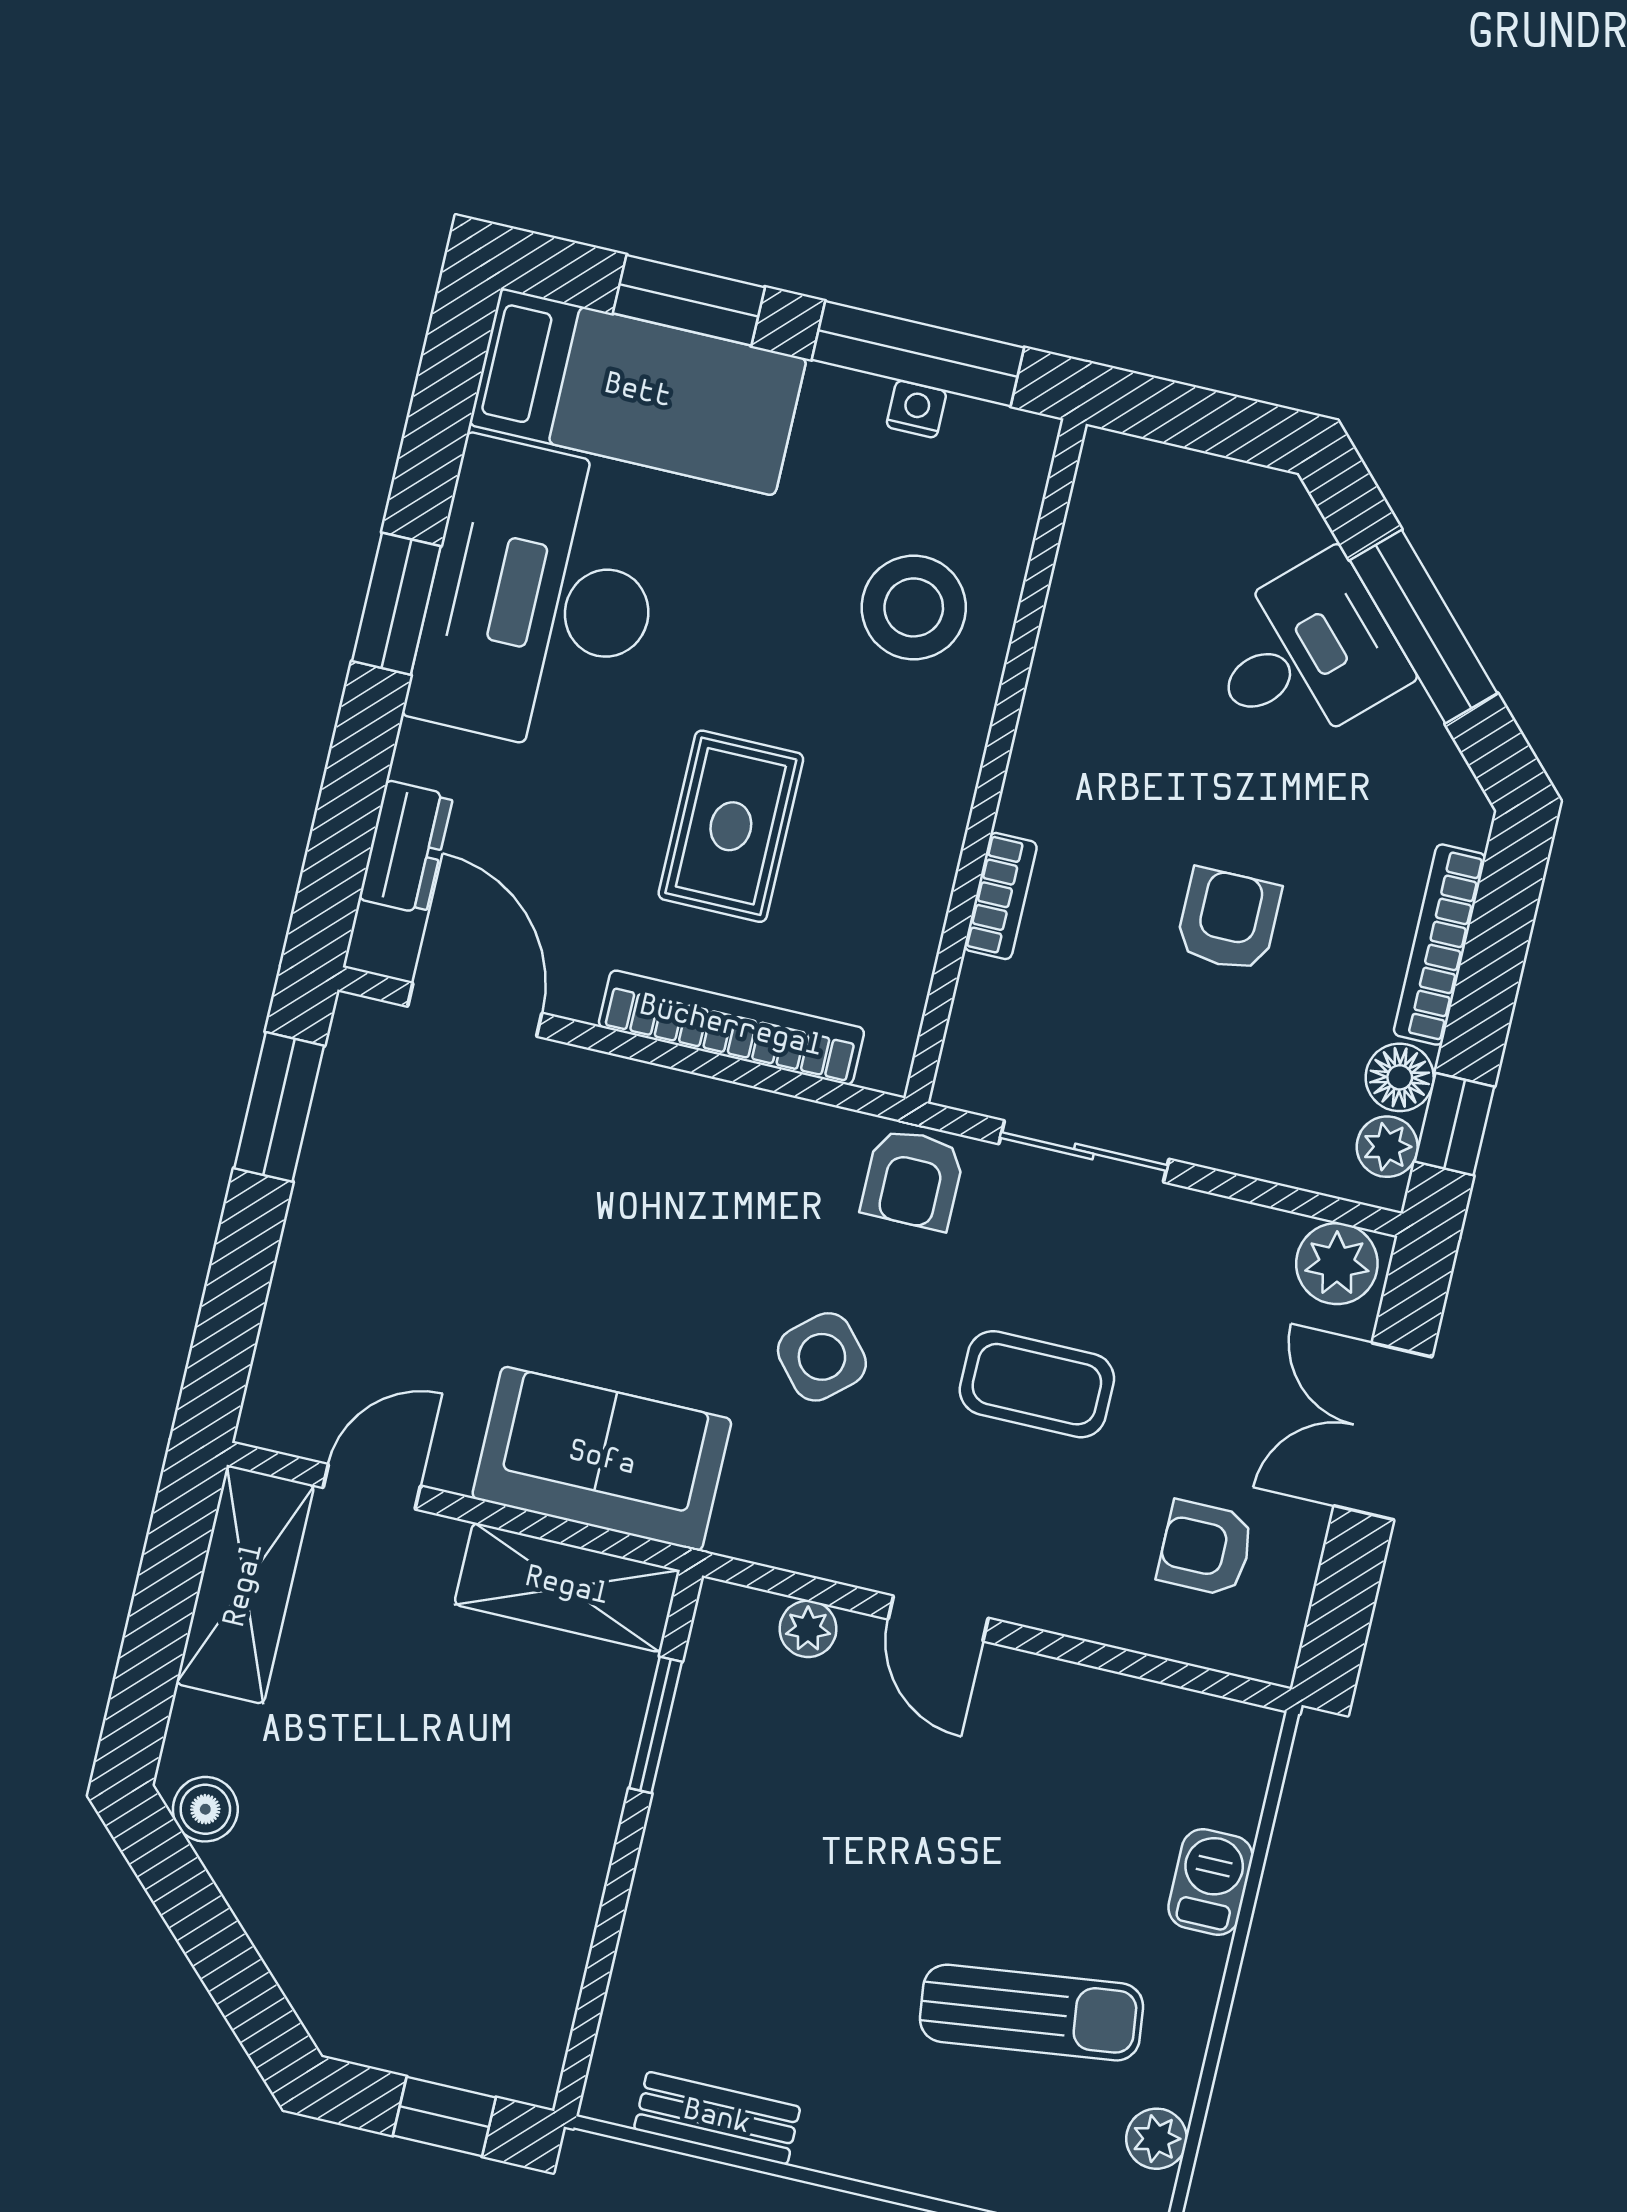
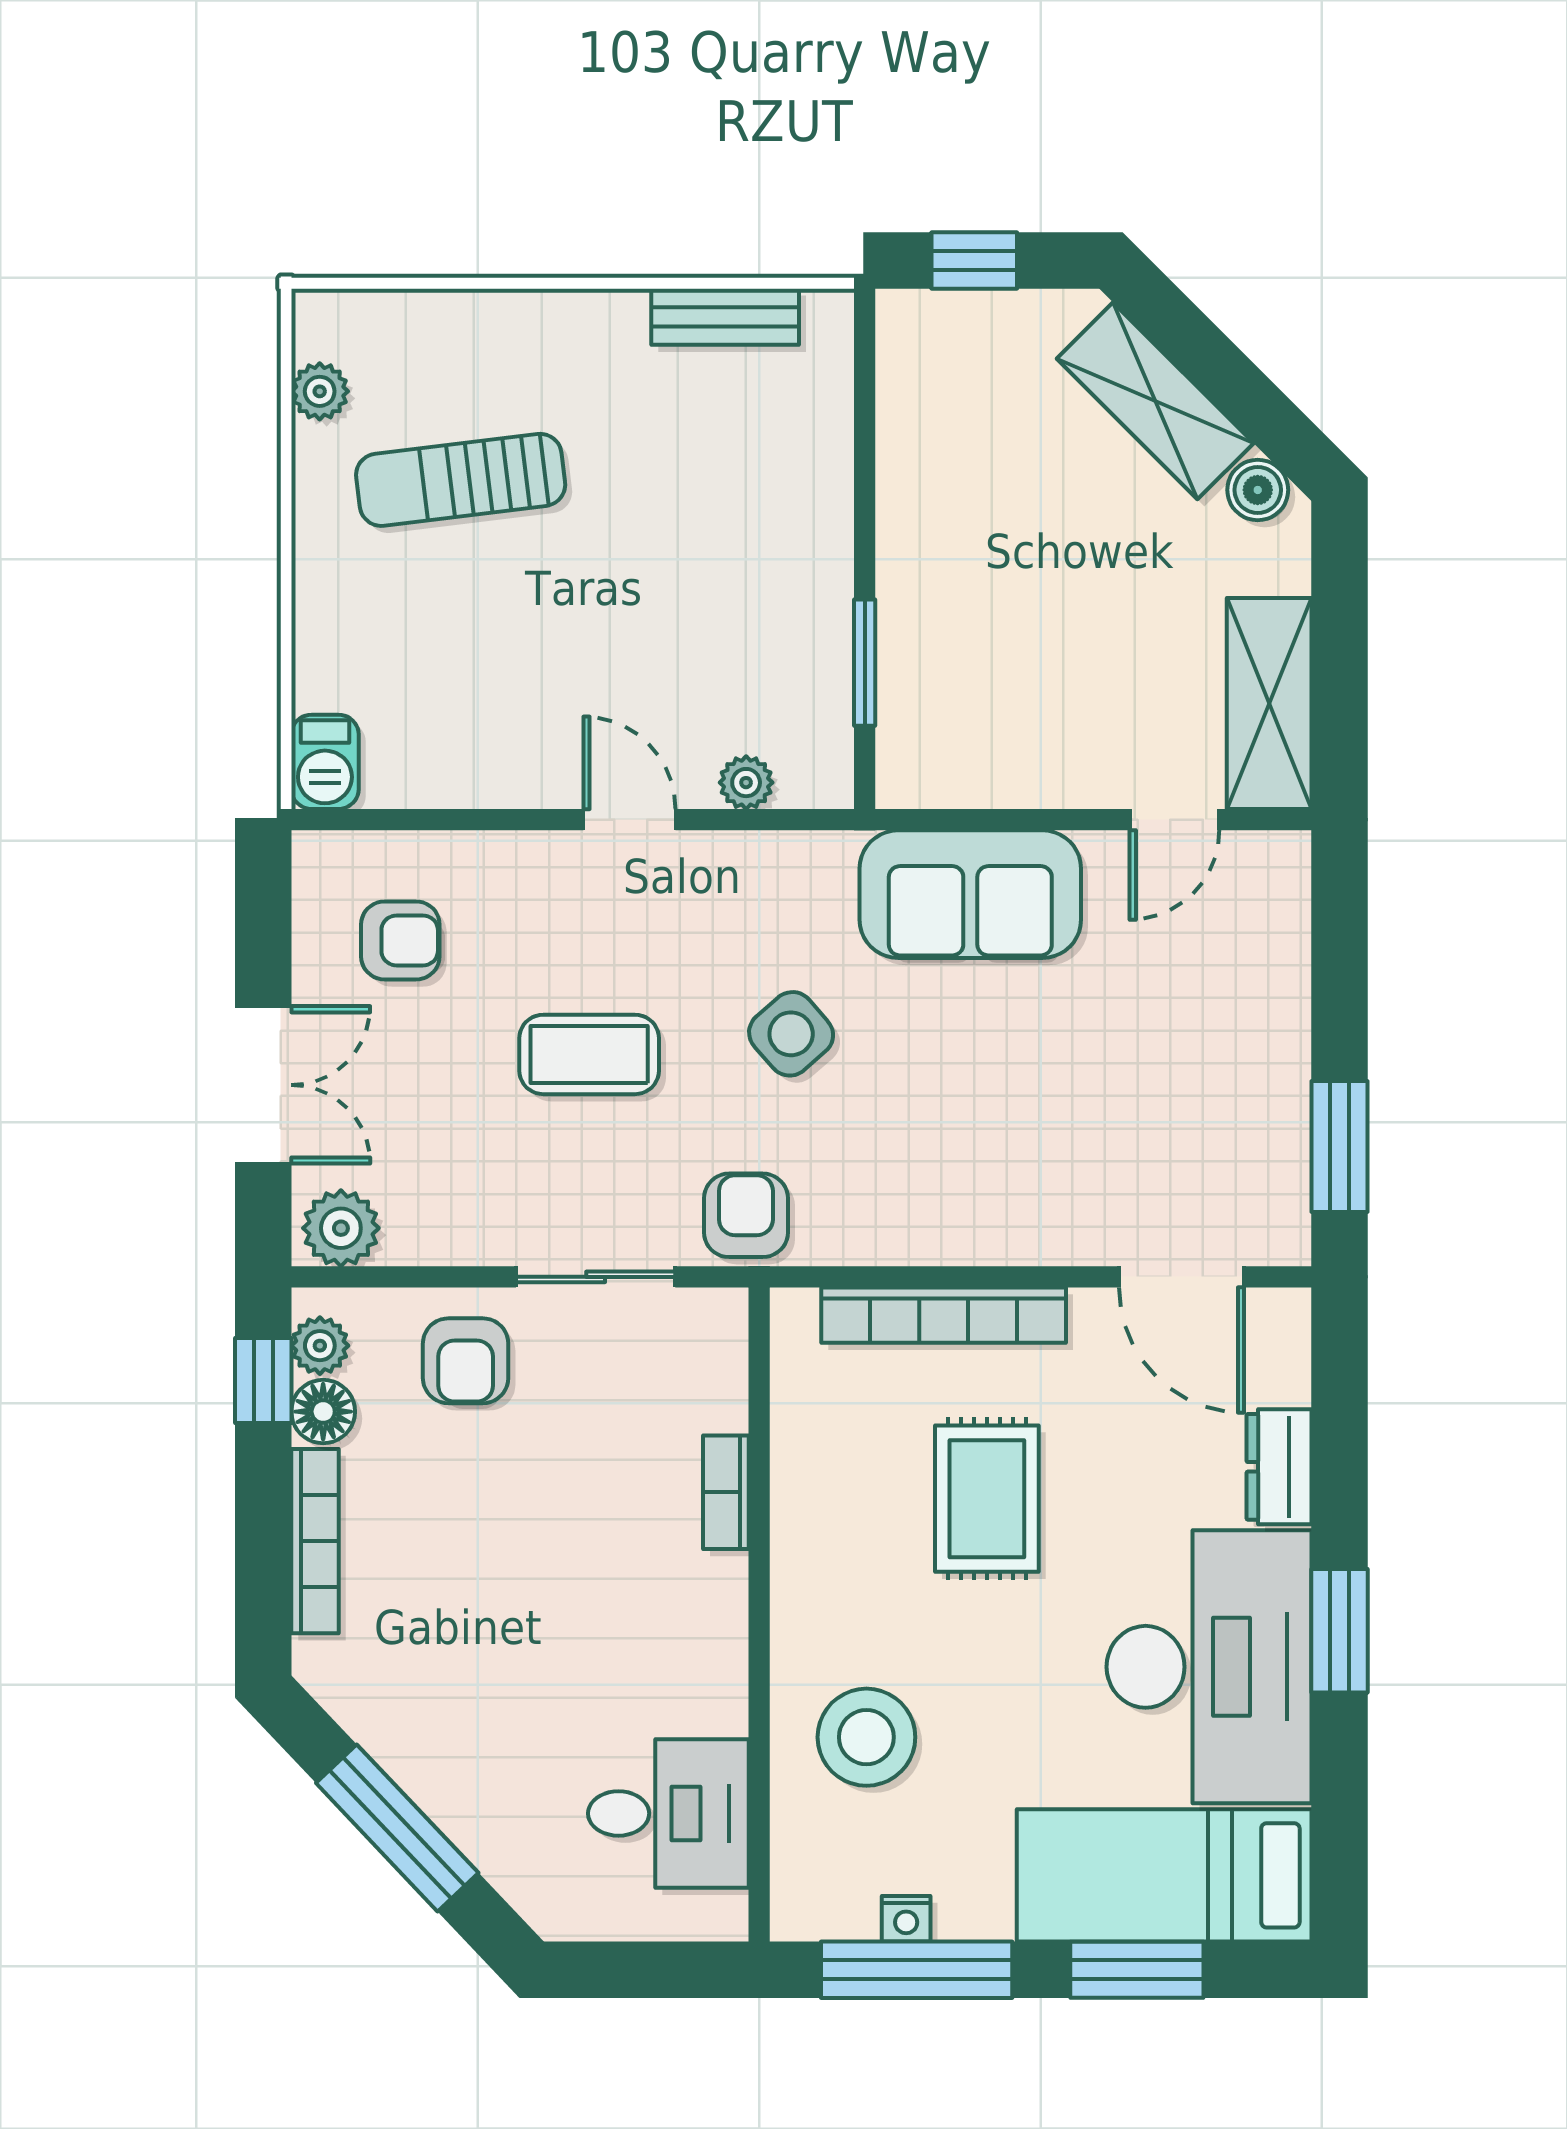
desk: (1305, 653) -> (668, 1813), moved, turned -137
dresser: (406, 847) -> (1279, 1467), moved
armchair: (1228, 920) -> (466, 1361), moved
shelving: (567, 1587) -> (1155, 401), moved, turned 45
barbecue: (1211, 1882) -> (325, 762), moved

